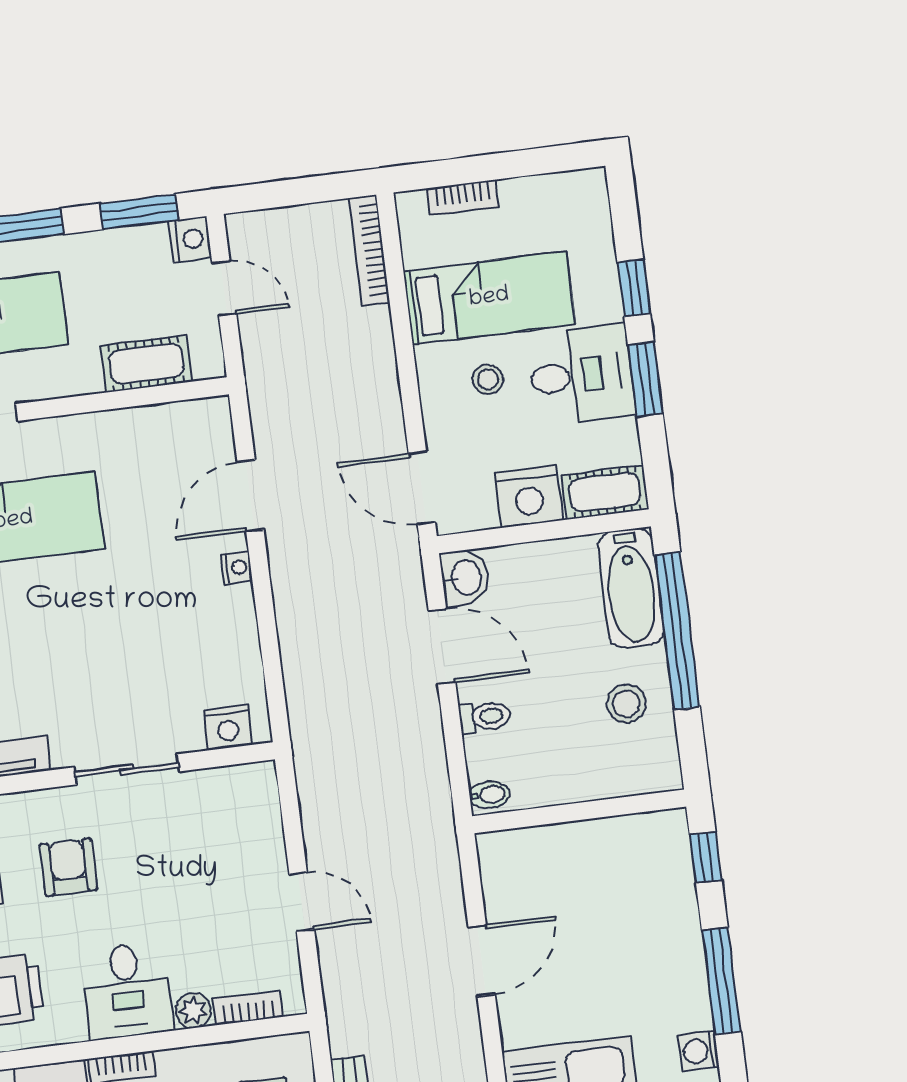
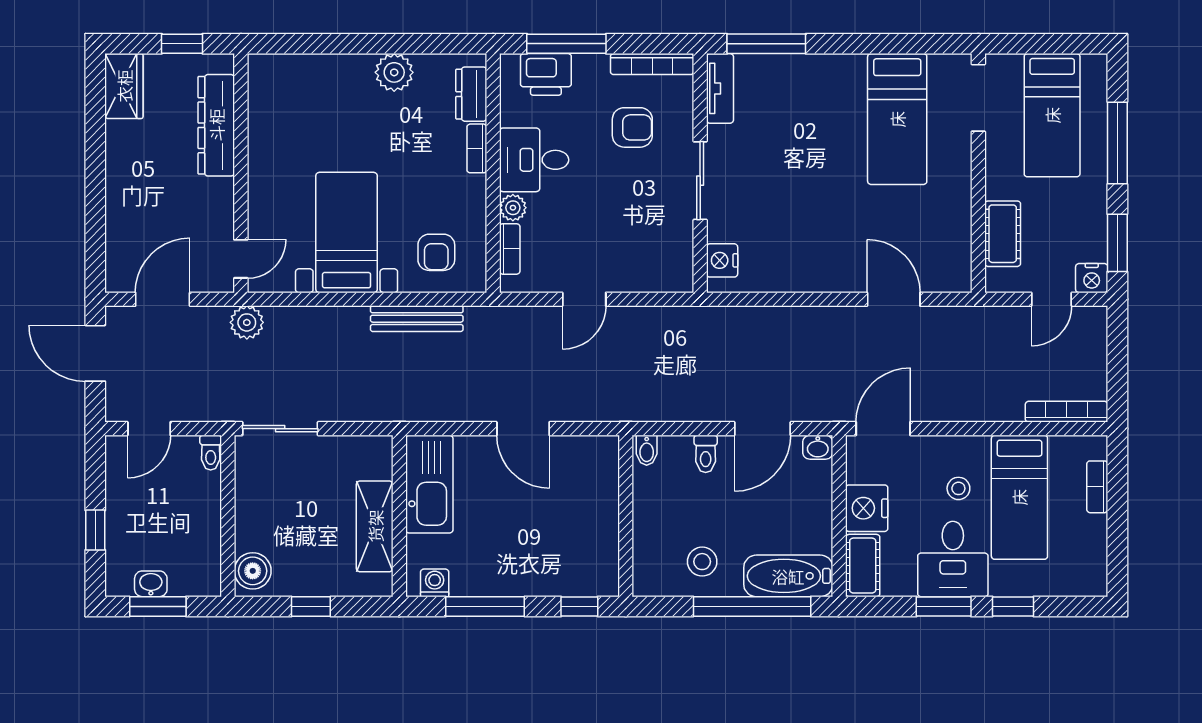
nightstand: (237, 567) -> (841, 282), removed
washbasin: (465, 577) -> (818, 447), width x0.72, depth x0.69

